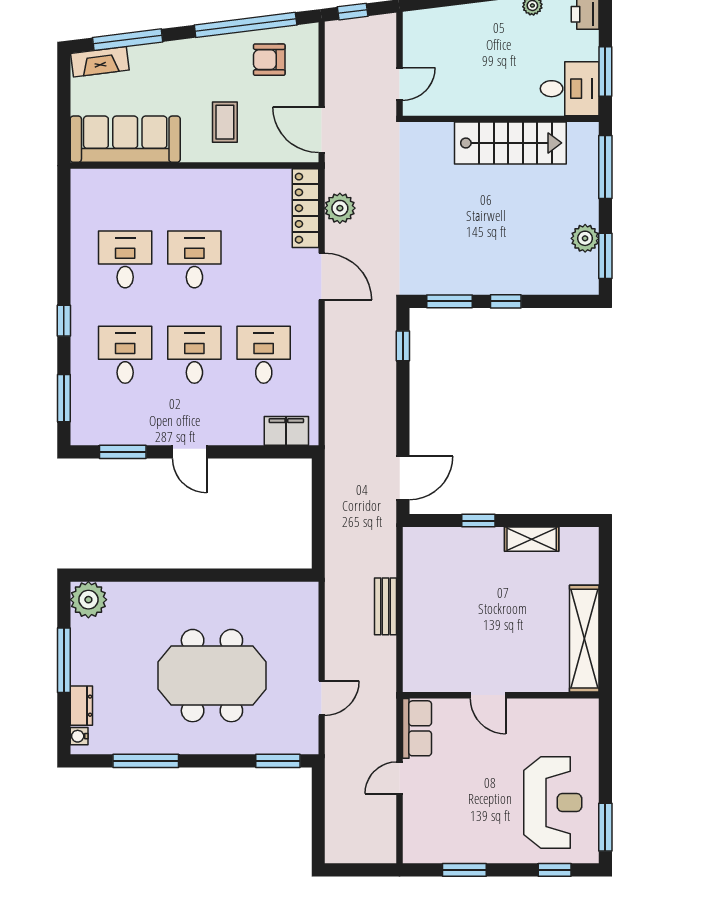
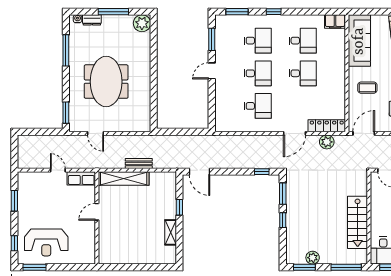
filing cabinet: (286, 431) -> (335, 22), moved, turned 90
shelving: (584, 639) -> (124, 178), moved

